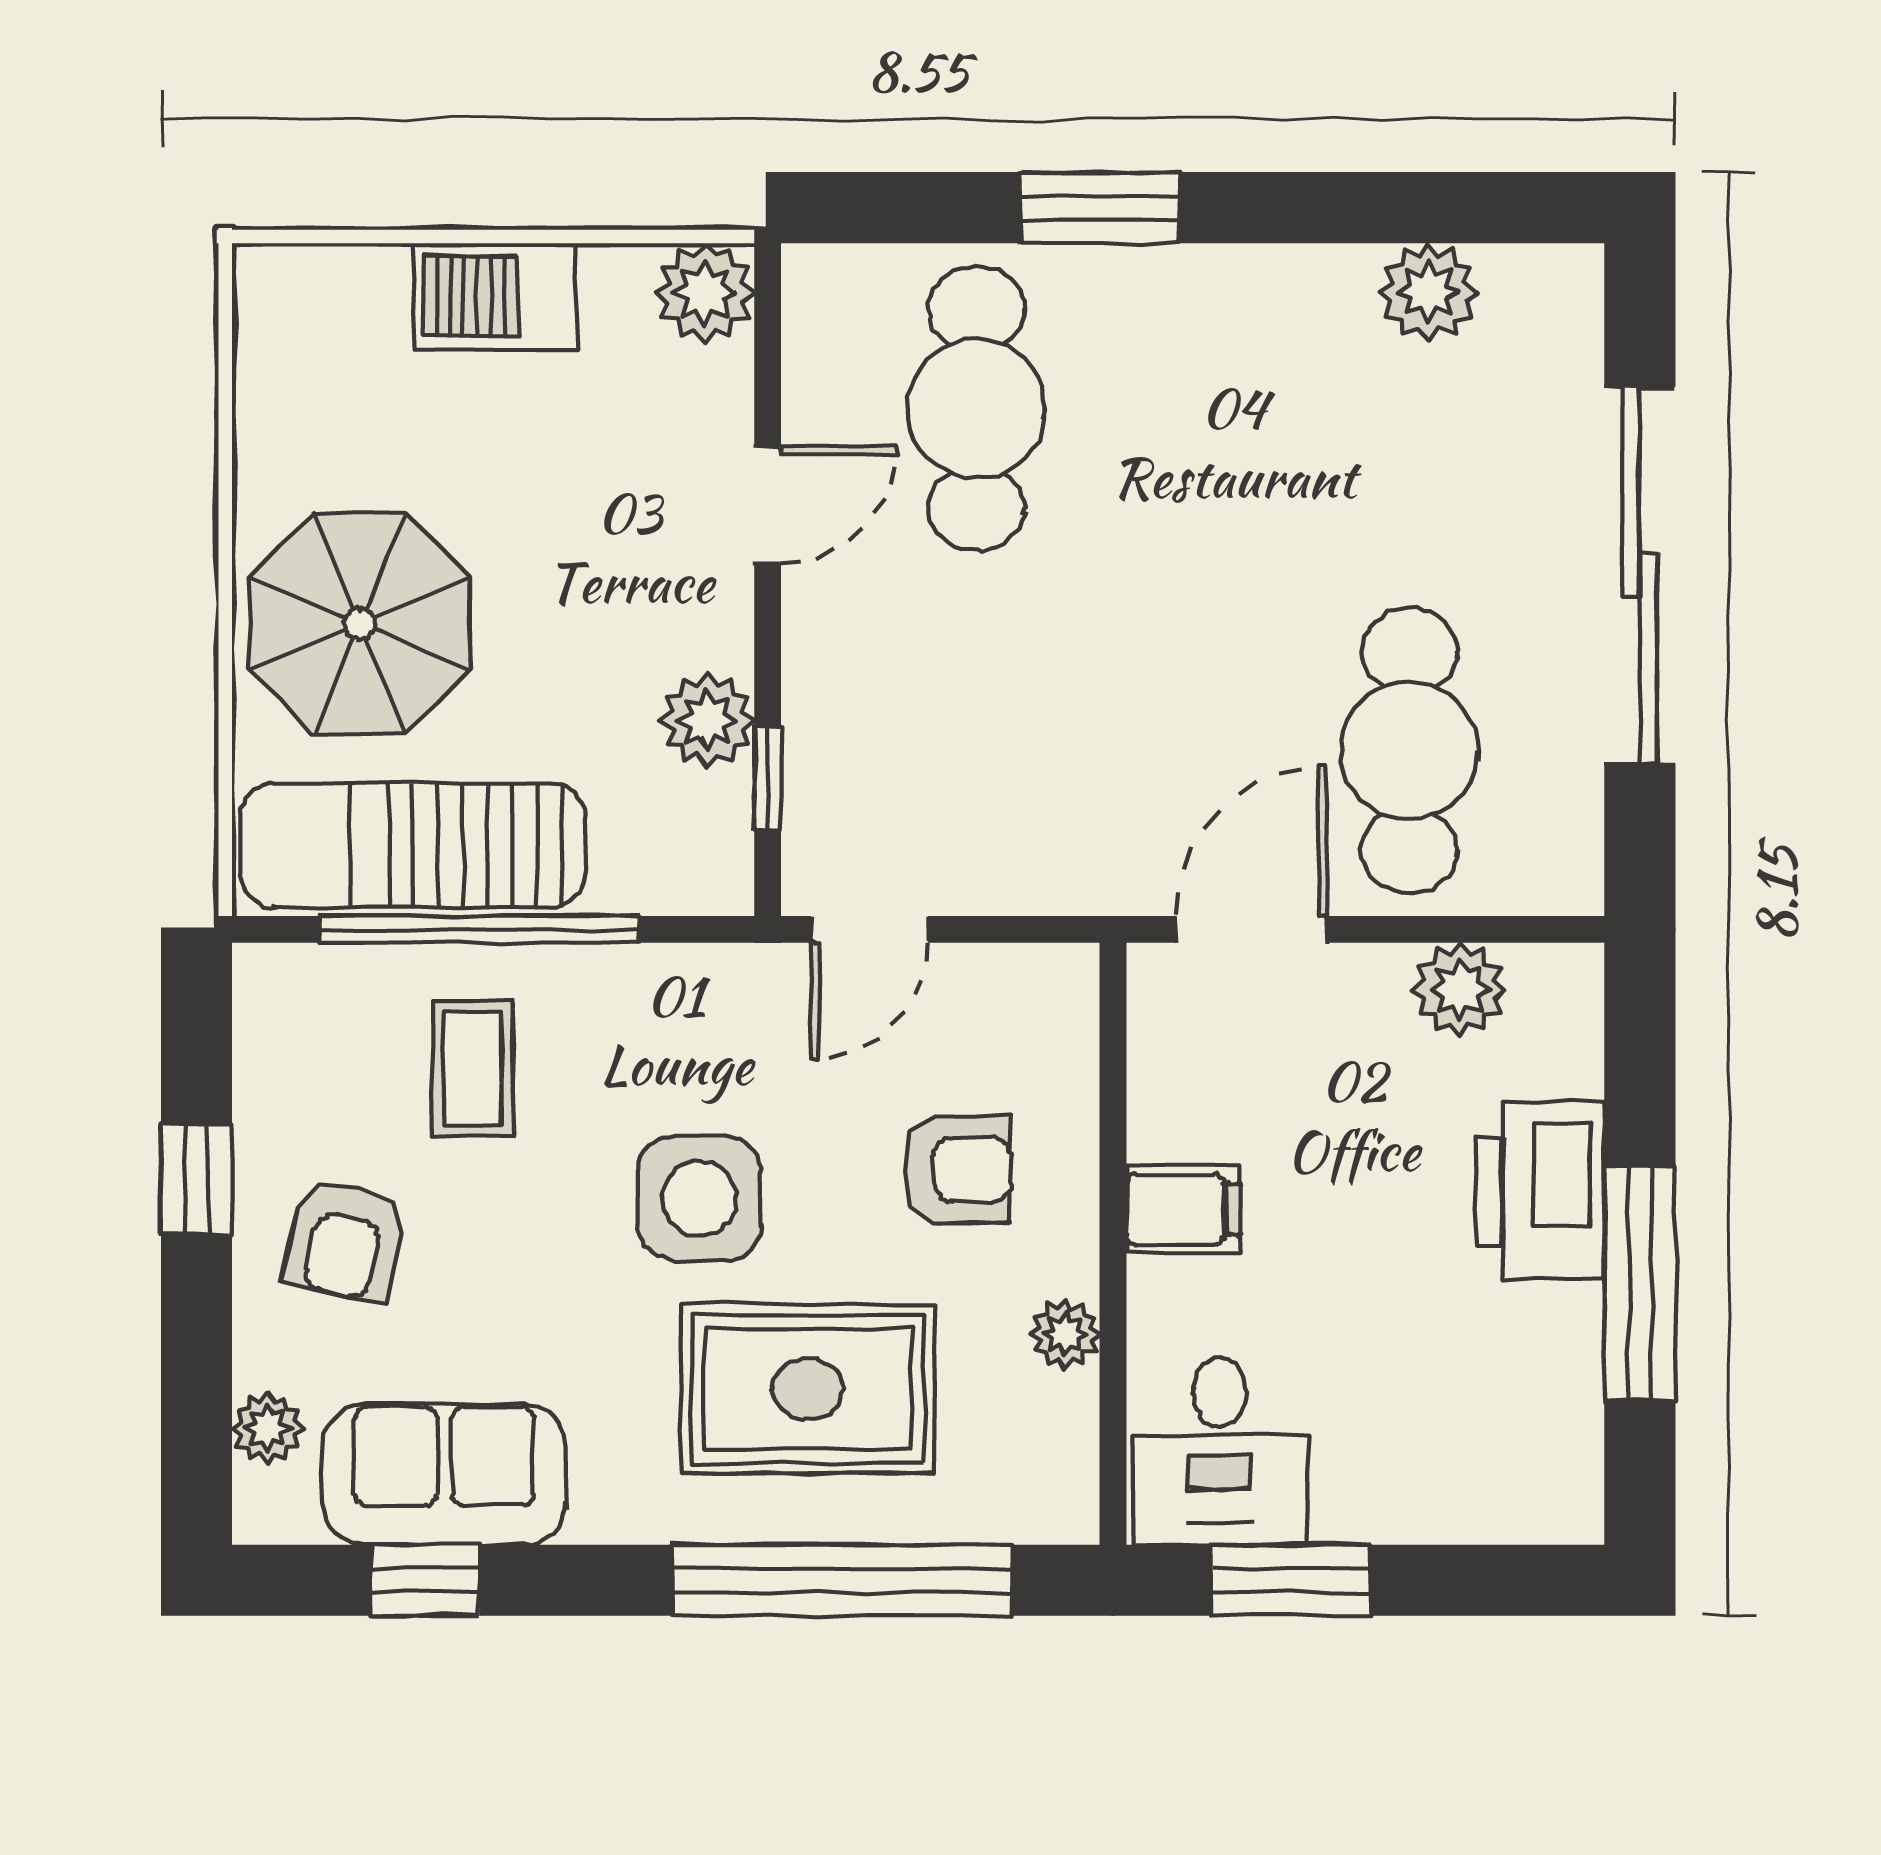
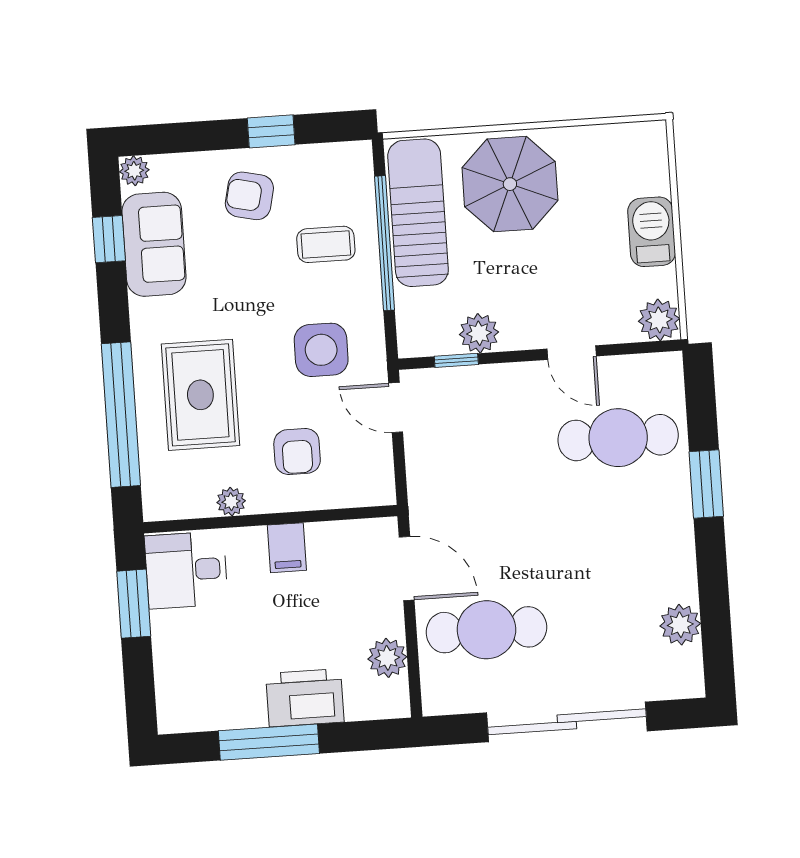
side table: (699, 1198) -> (321, 350), moved
plant: (267, 1428) -> (134, 171), moved

